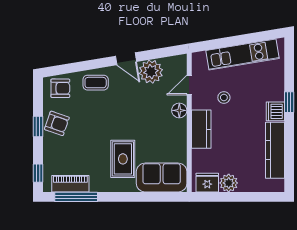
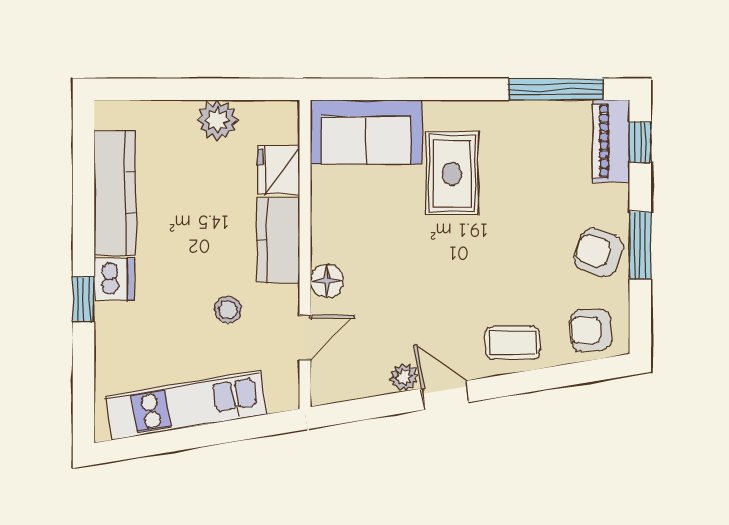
plant: (151, 72) -> (404, 377), width x0.53, depth x0.53
window: (38, 126) -> (640, 245), width x1.50
fridge: (207, 183) -> (279, 170), moved, turned 90
piano: (70, 184) -> (611, 141), moved, turned 90

